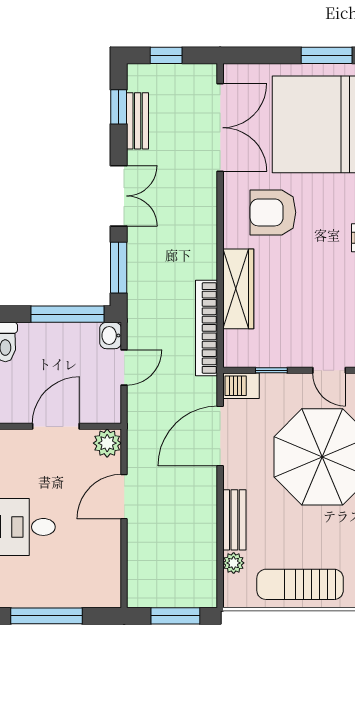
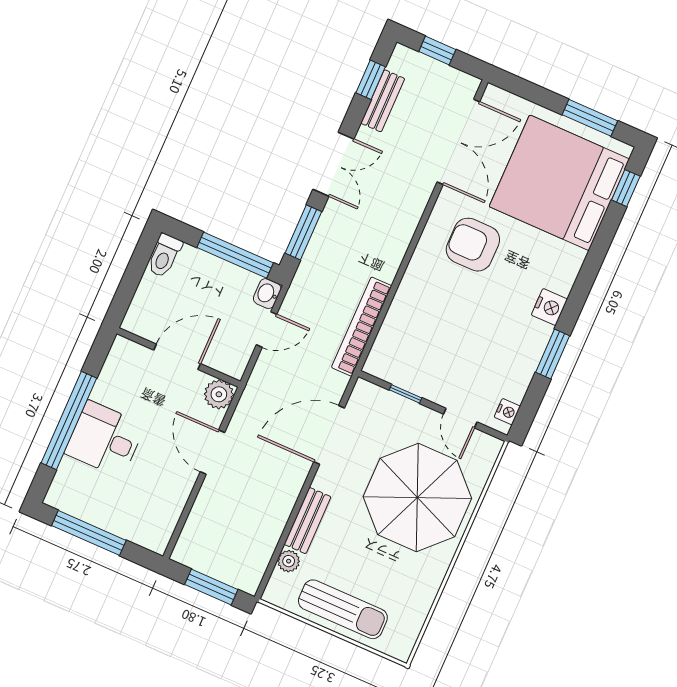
wardrobe: (238, 289) -> (408, 303), removed
barbecue: (241, 386) -> (370, 396), removed
door: (124, 497) -> (212, 452), hinge flipped
sun lounger: (300, 584) -> (343, 609), turned 180

